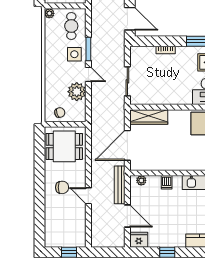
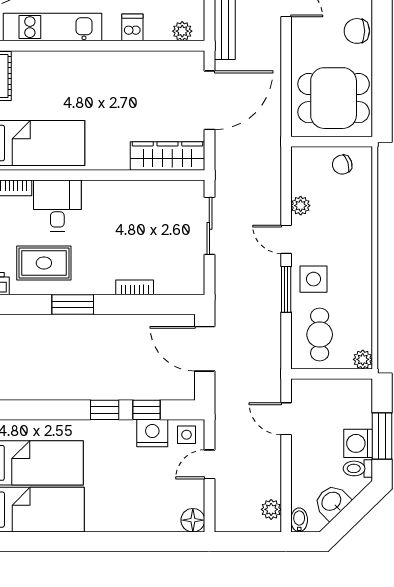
plant: (77, 92) -> (301, 206), width x0.53, depth x0.53
chair: (62, 187) -> (357, 31), moved

